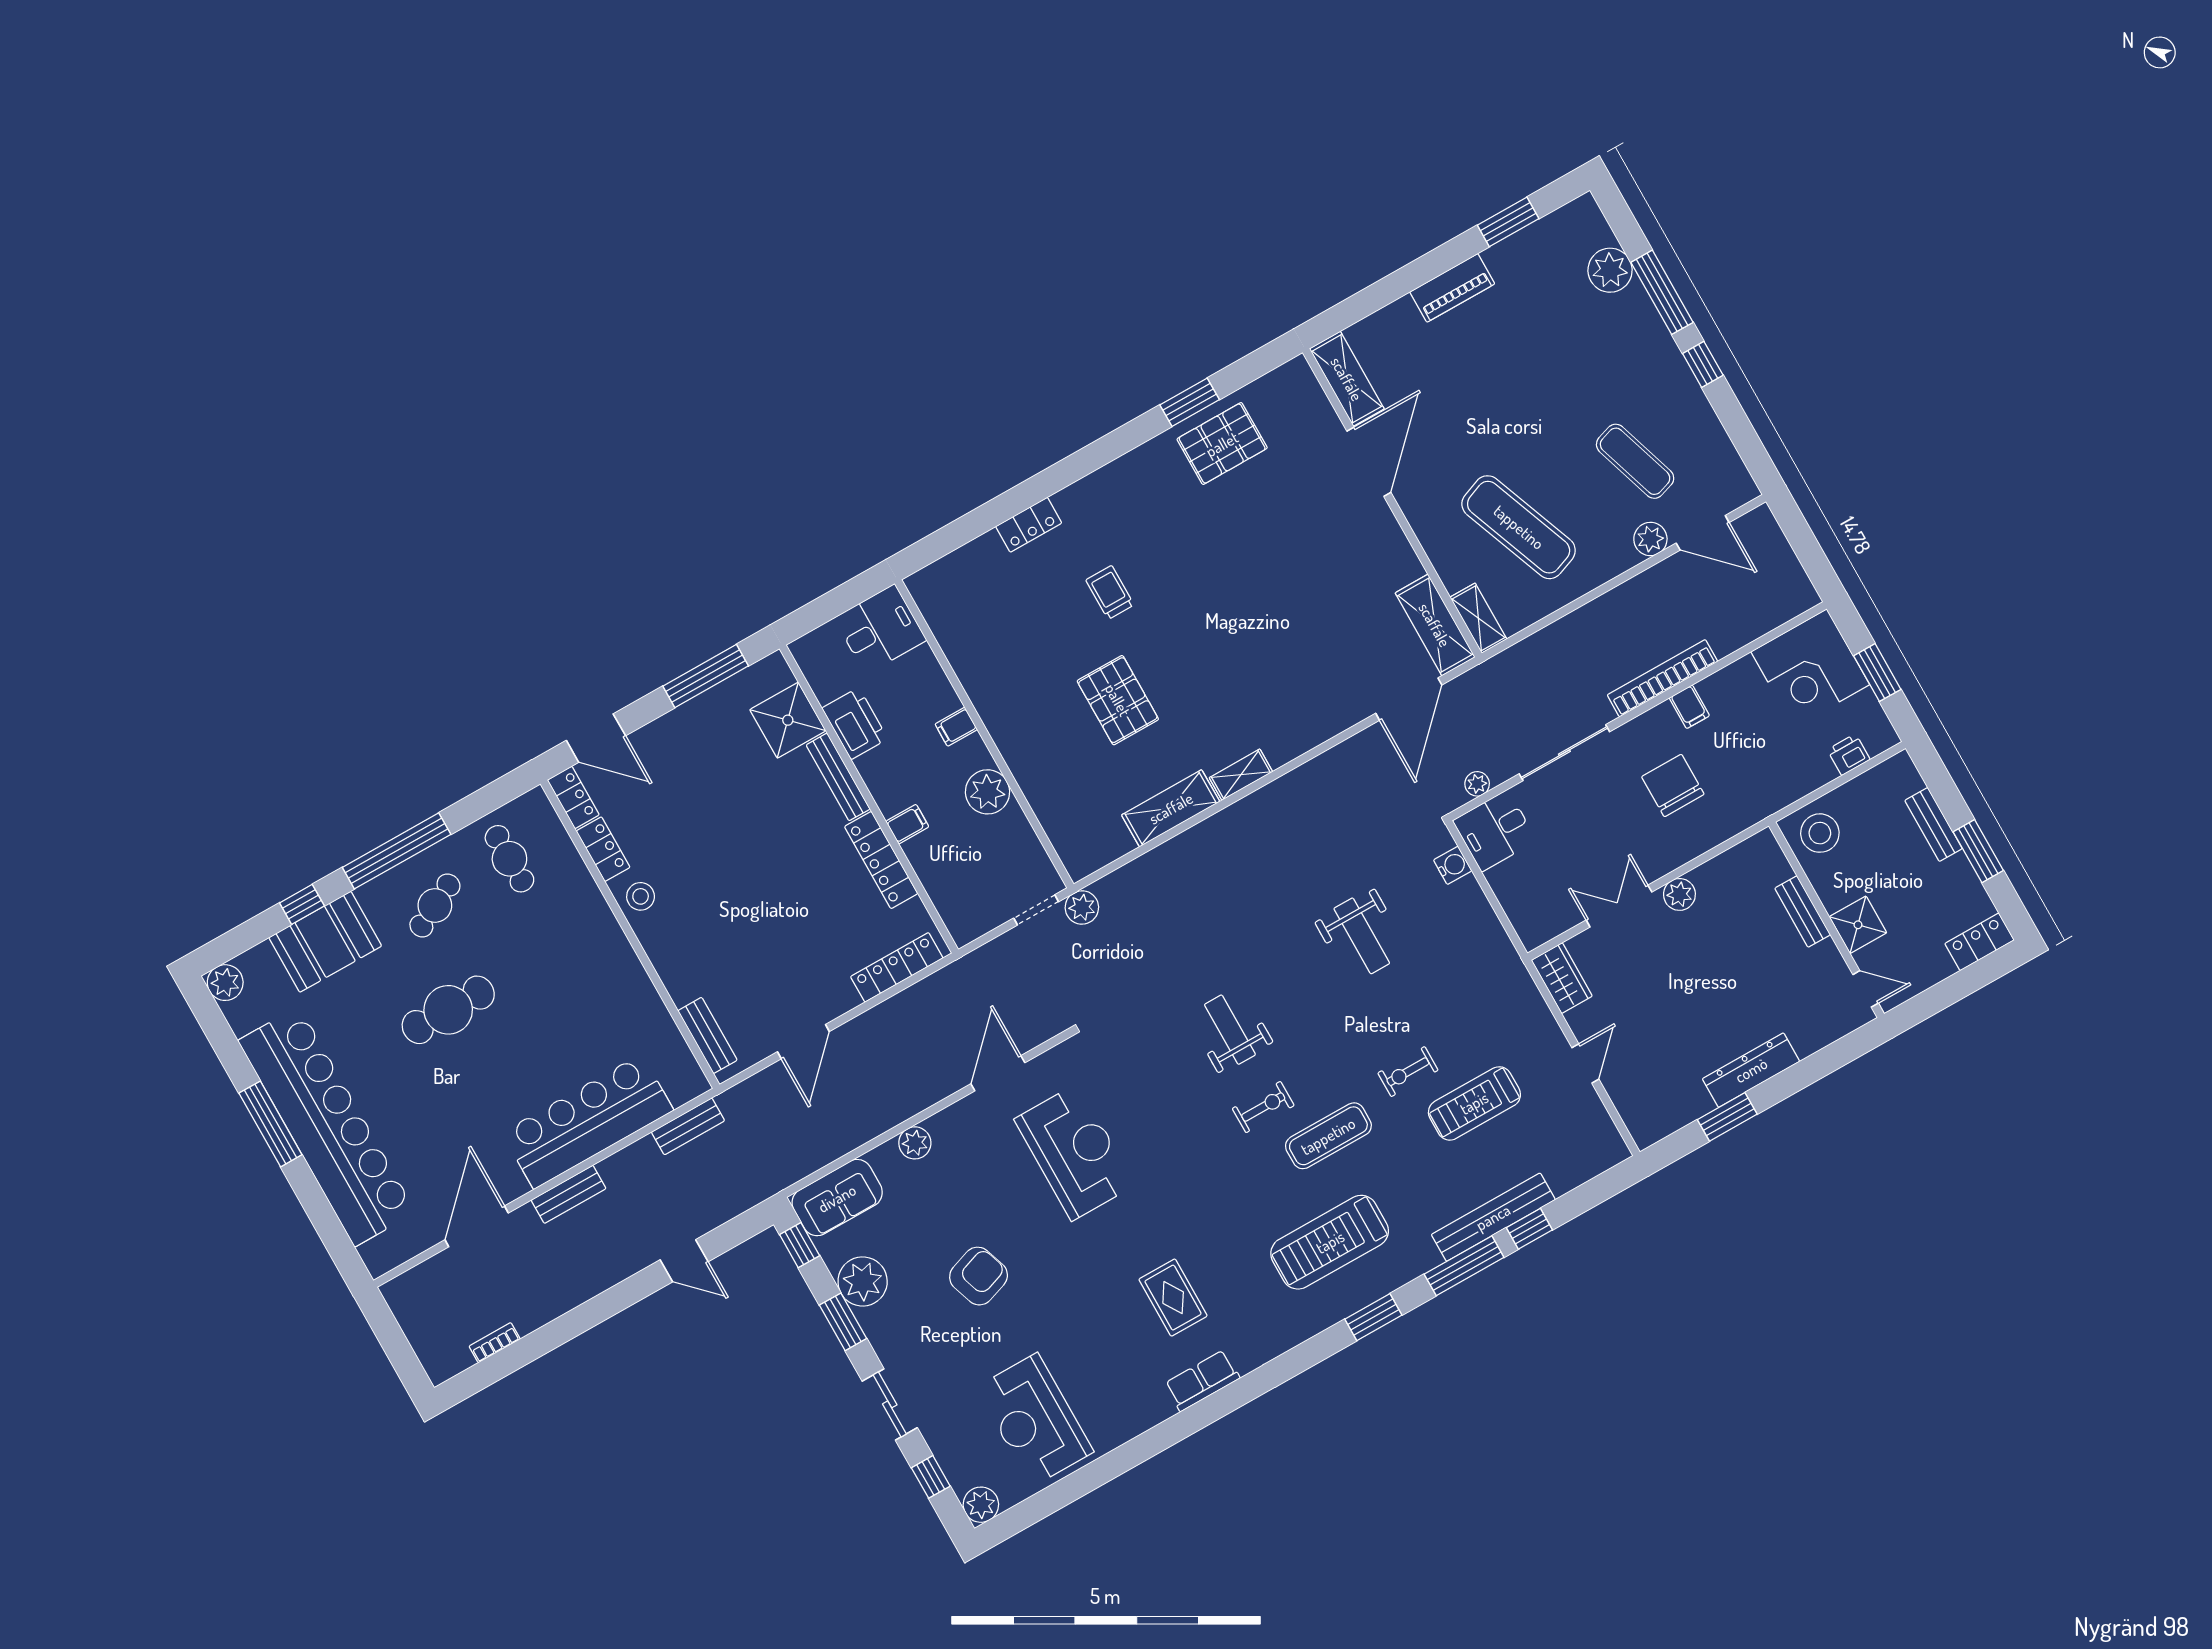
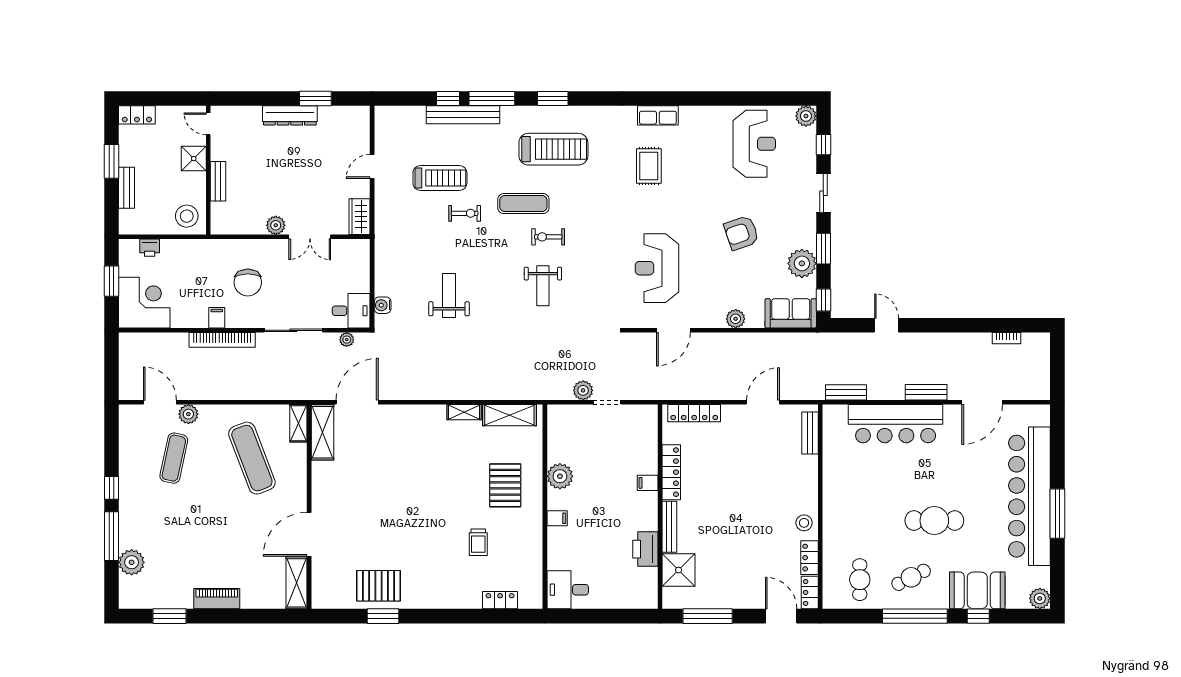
exercise mat: (1635, 461) -> (174, 458), turned 30
desk: (880, 629) -> (568, 590), moved
filing cabinet: (956, 727) -> (557, 518), moved
wall: (984, 734) -> (545, 507), moved
plant: (988, 792) -> (560, 476), moved

